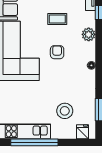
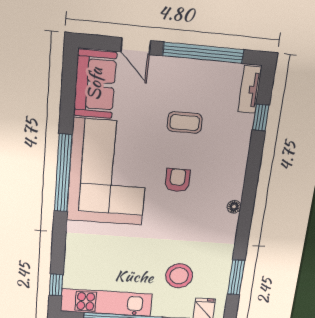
plant: (89, 34) -> (237, 154), removed

